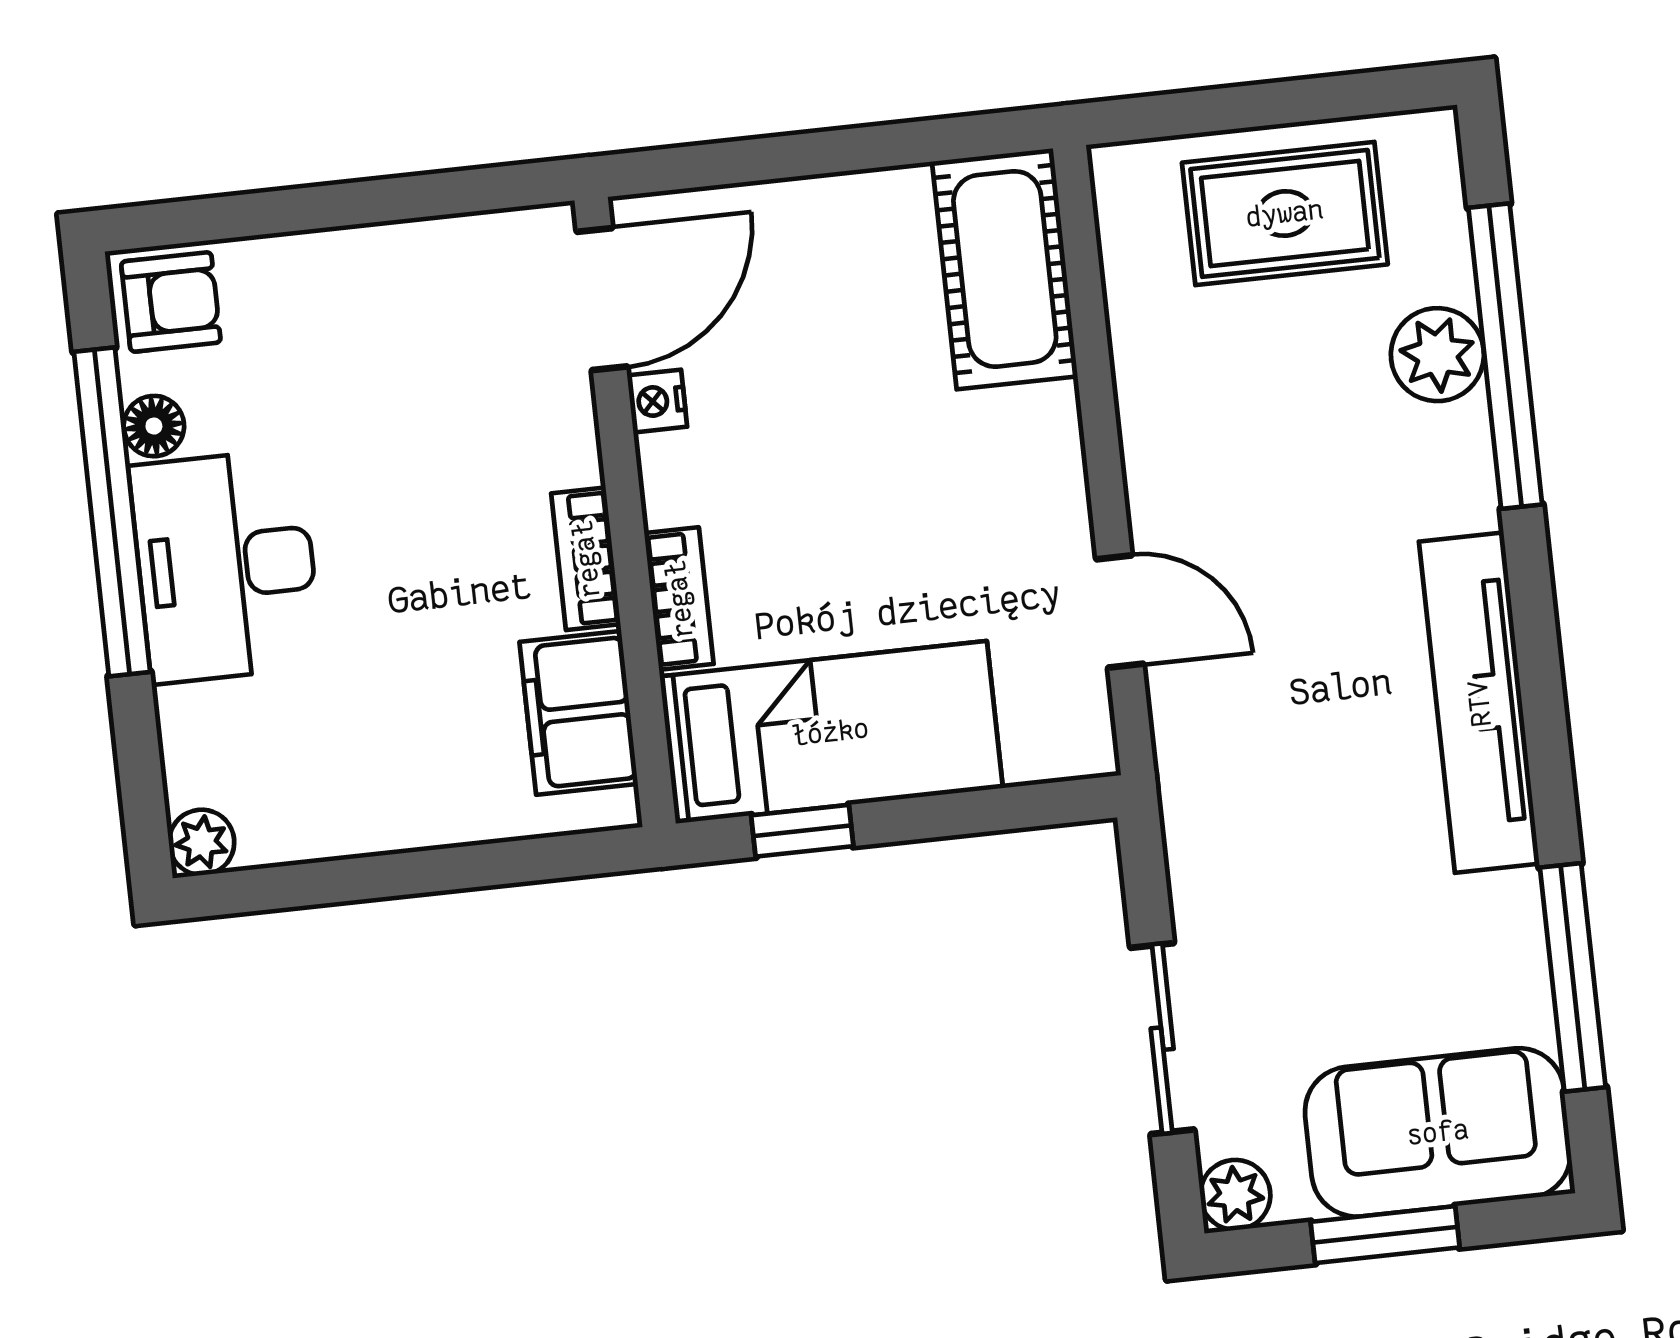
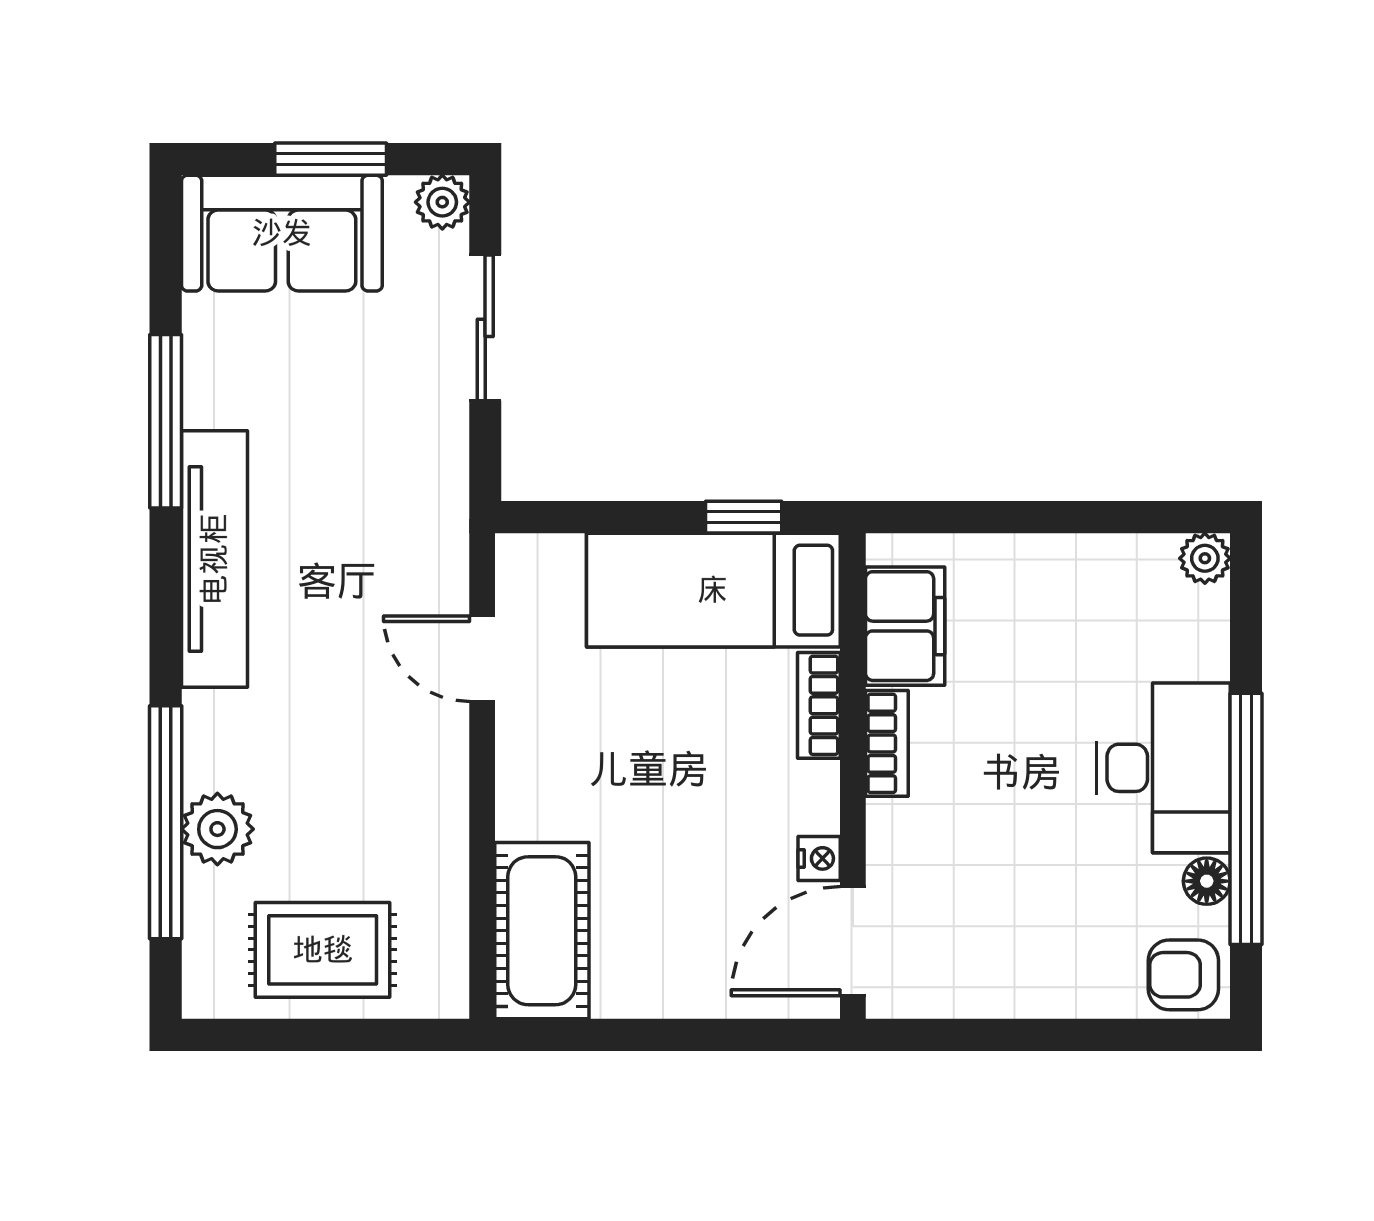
window: (1573, 977) -> (166, 421), moved

